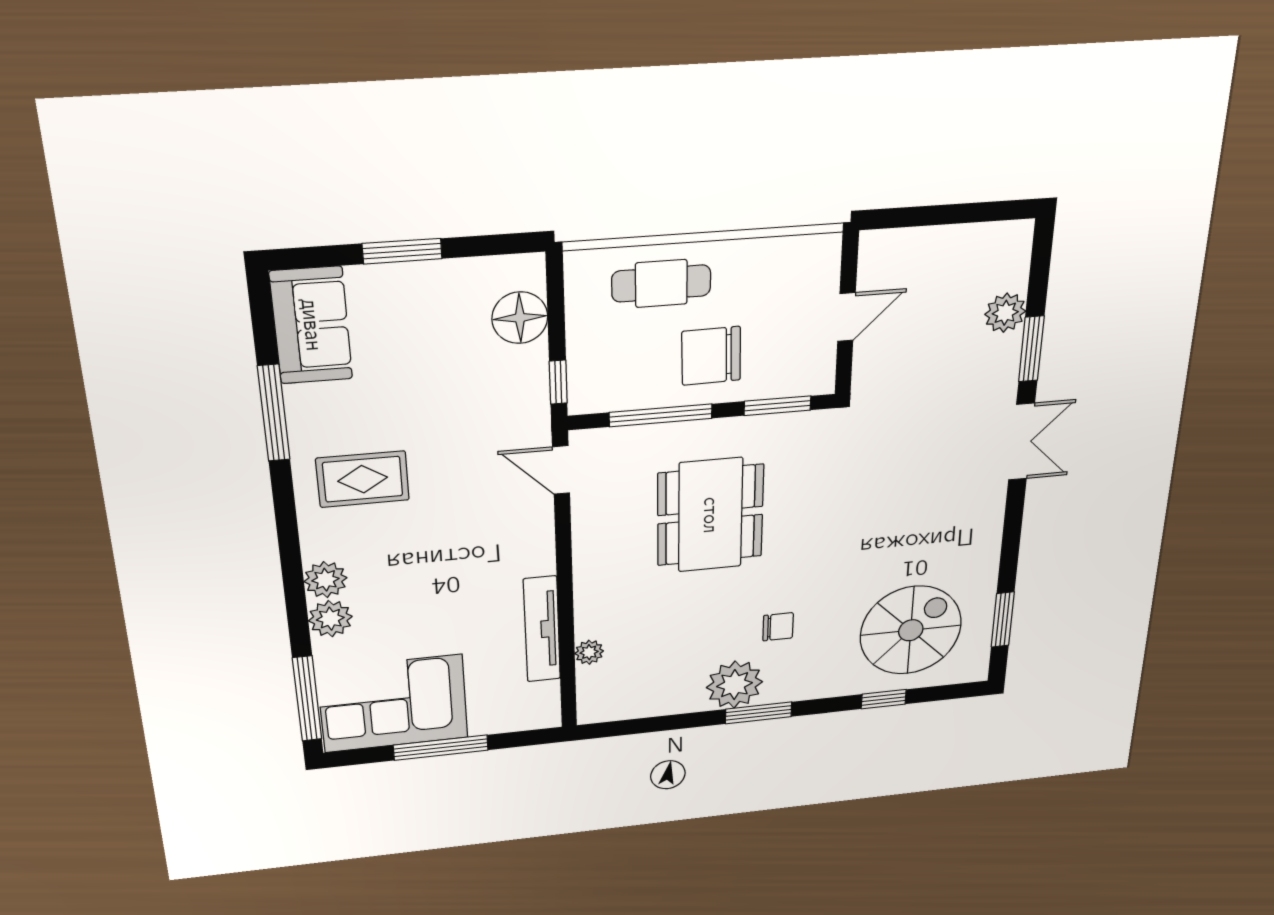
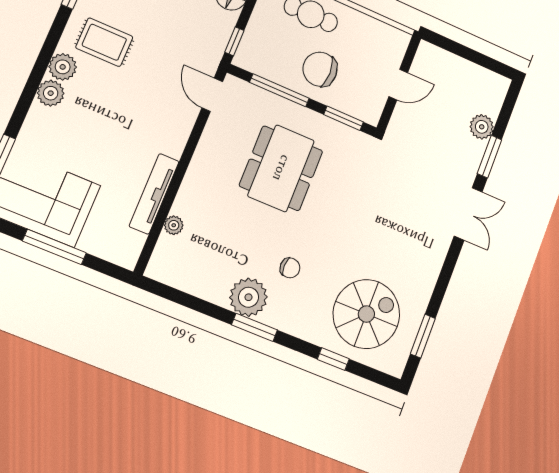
plant: (330, 619) -> (63, 67), moved

